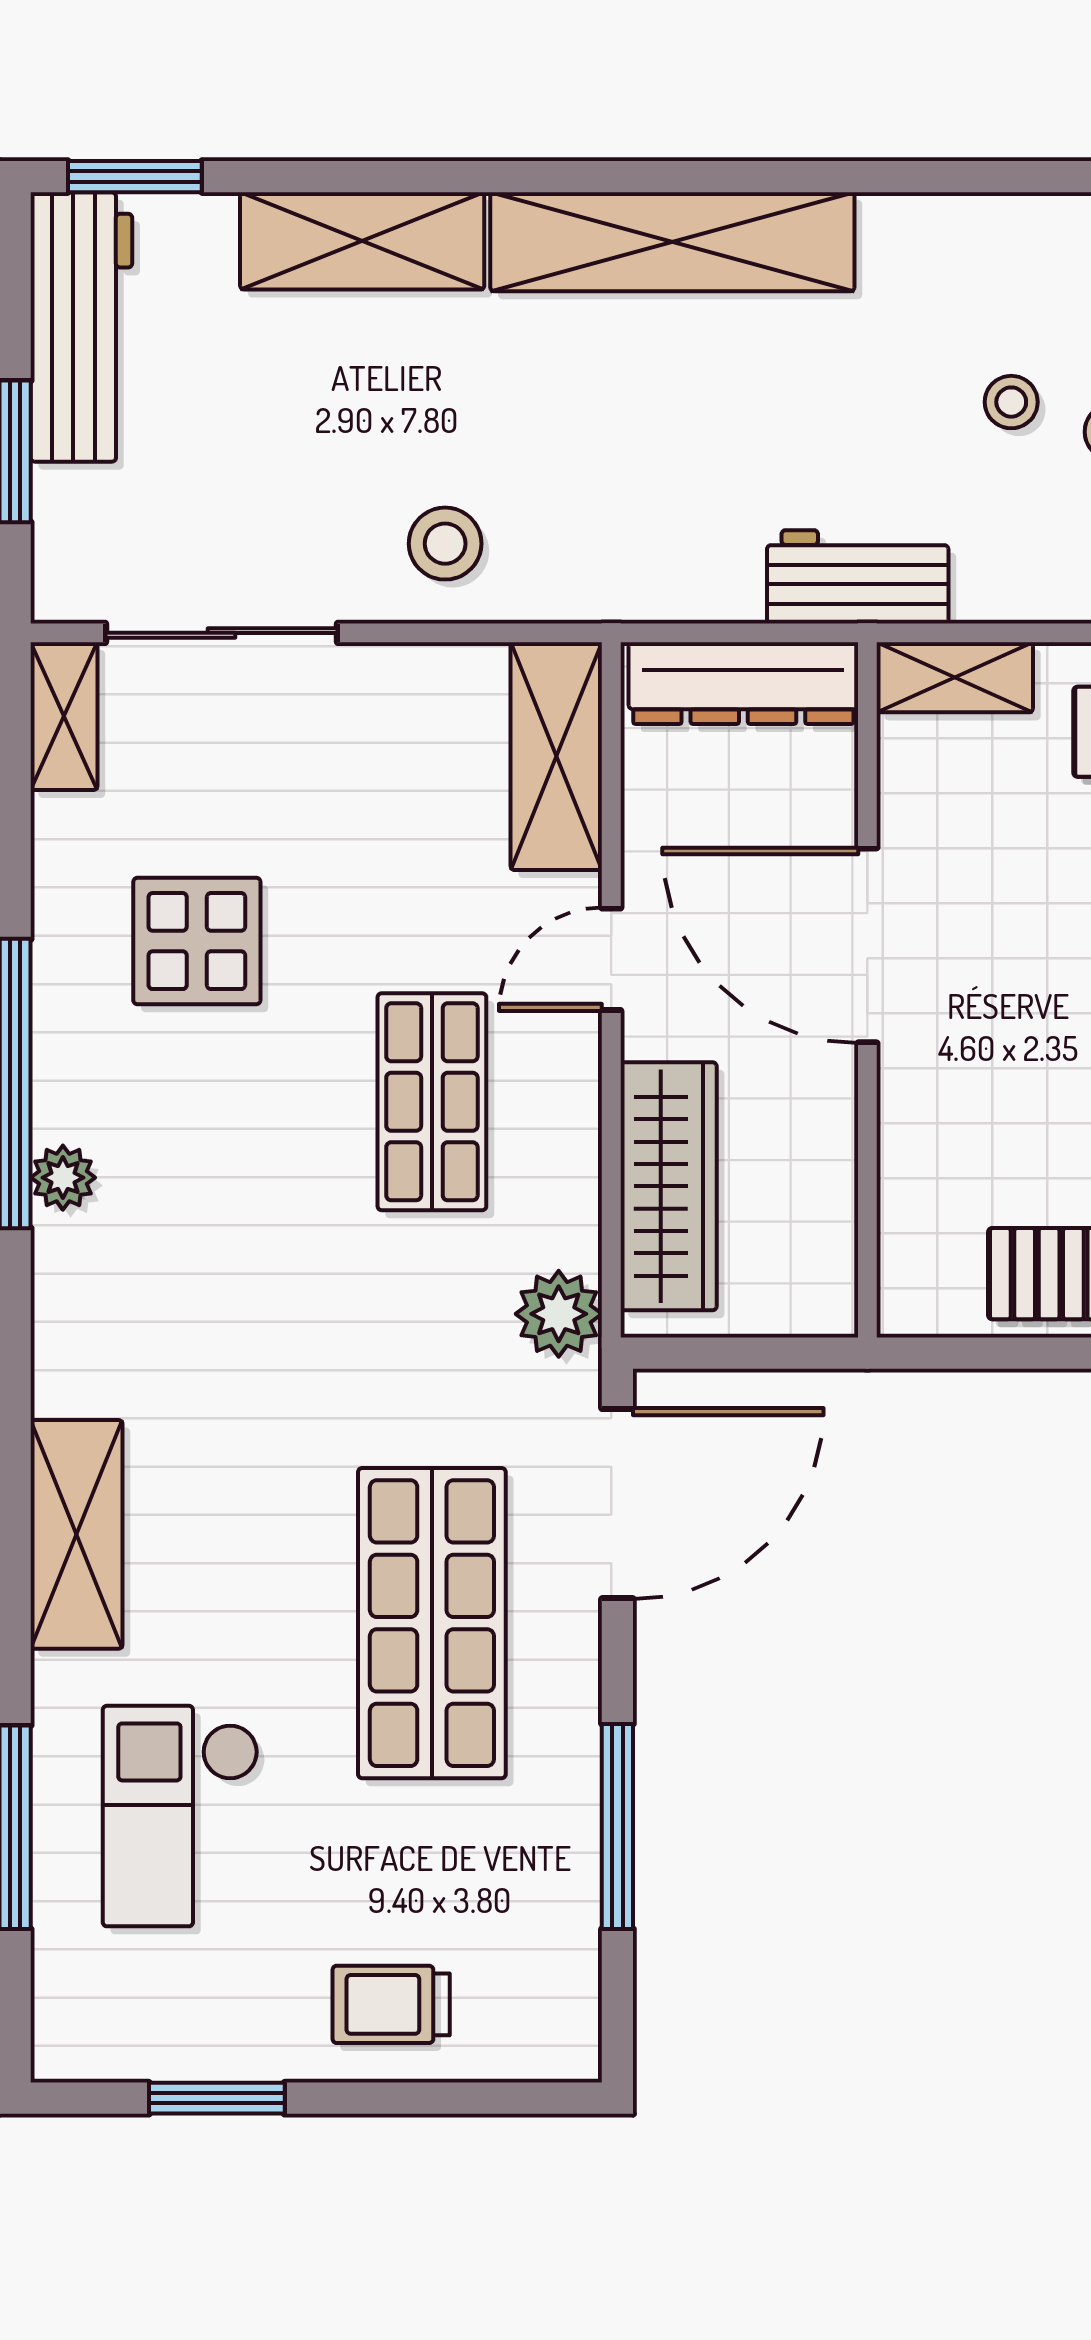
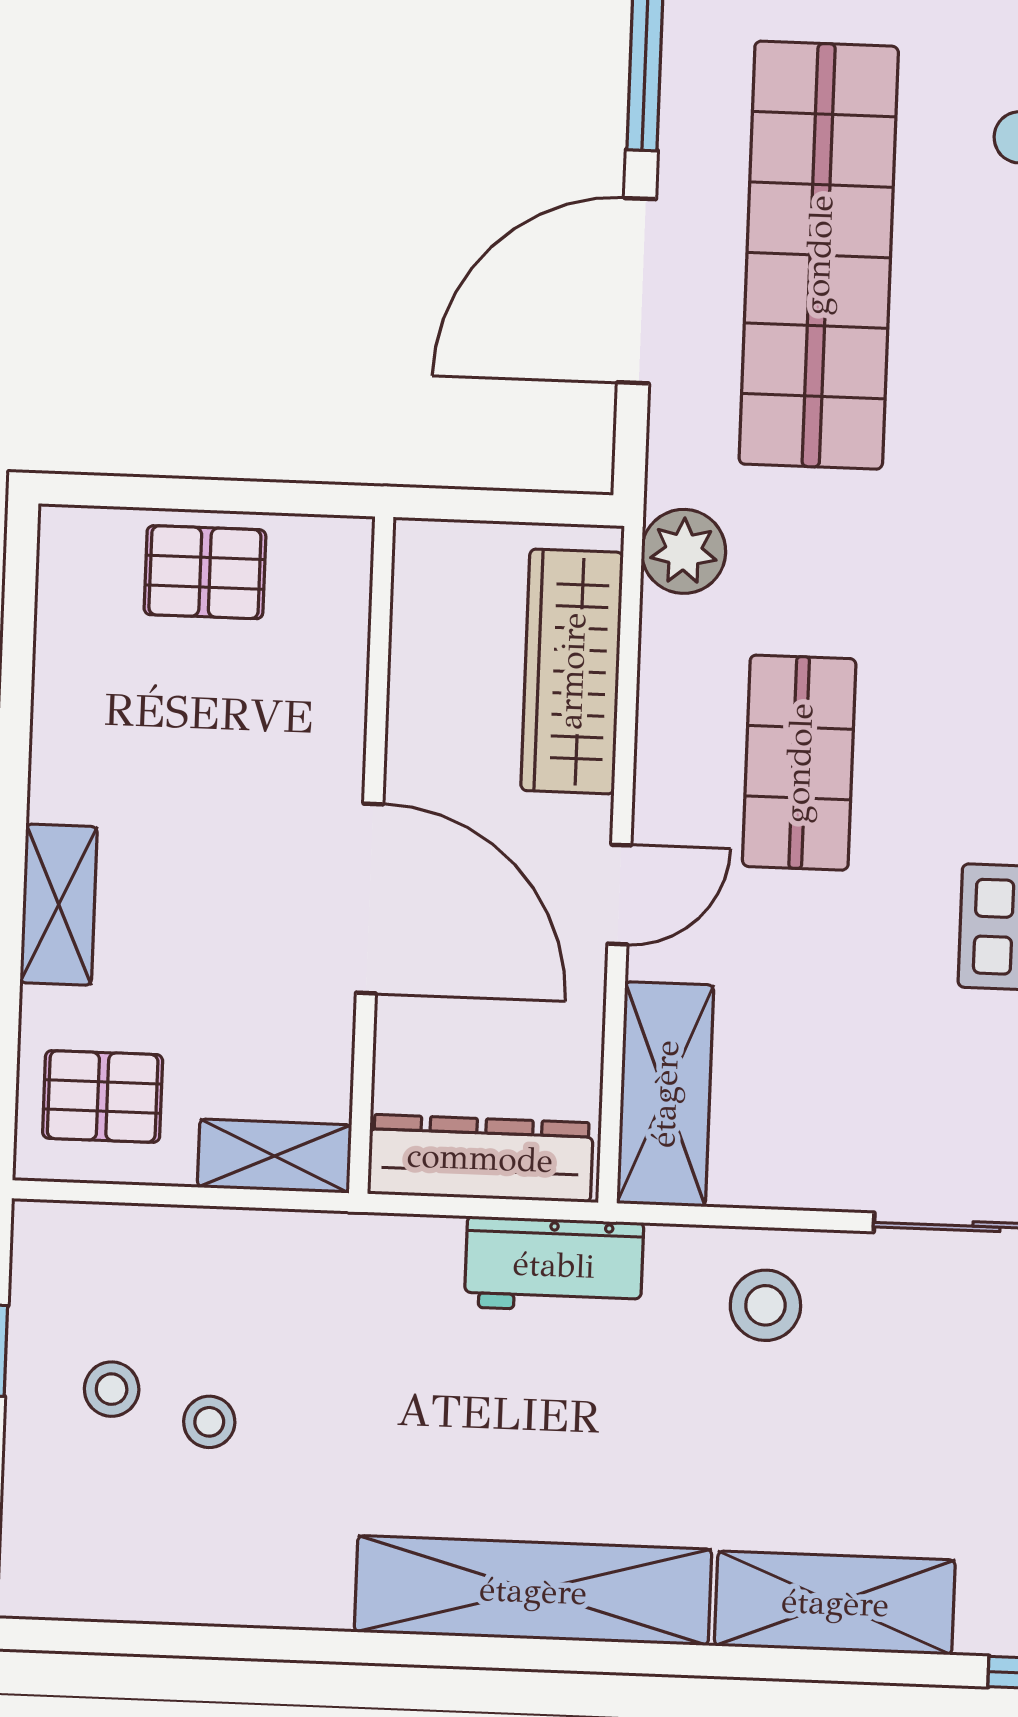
workbench: (858, 577) -> (554, 1265), moved
door: (617, 1504) -> (636, 291), moved
shop shelf: (432, 1623) -> (819, 255), width x1.40

